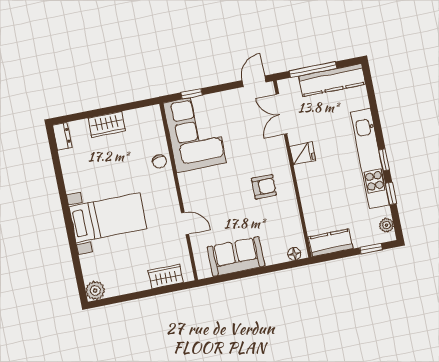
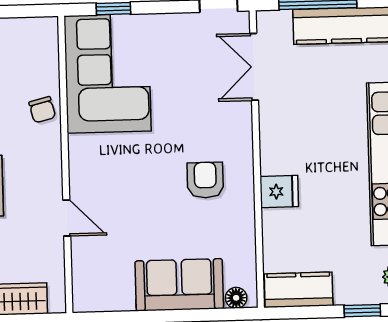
fridge: (303, 153) -> (279, 191), moved
armchair: (264, 187) -> (205, 180), turned -90
sofa: (236, 256) -> (179, 285), moved

